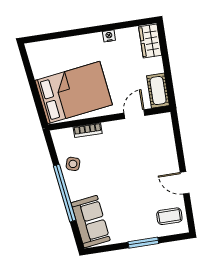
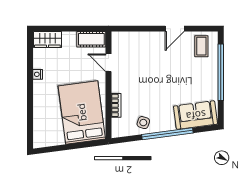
window: (143, 243) -> (221, 72), width x2.11

